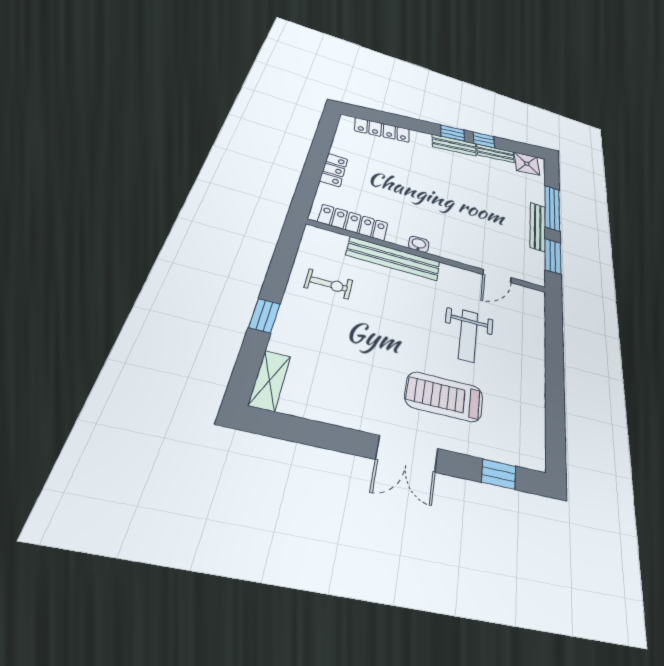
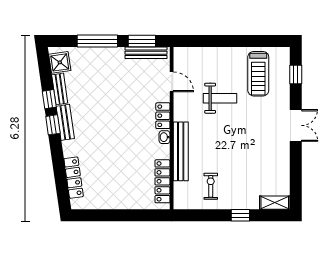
locker: (334, 170) -> (163, 116), moved, turned -90
bench: (538, 227) -> (146, 53), moved
treadmill: (444, 397) -> (258, 74), moved

